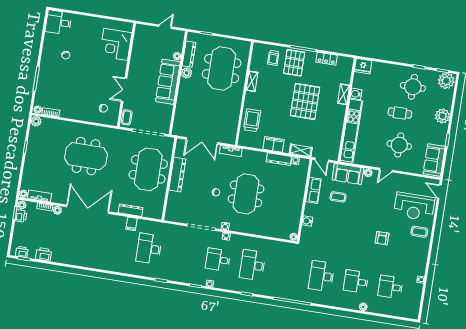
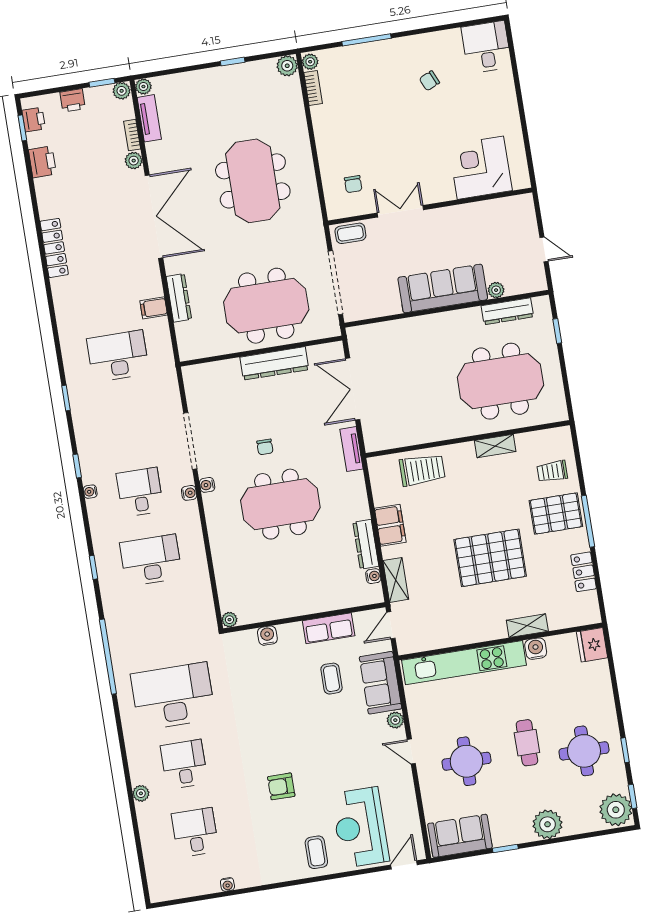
plant: (187, 73) -> (471, 318), removed
printer: (21, 216) -> (73, 100), moved
locker: (87, 262) -> (54, 248), added
desk: (322, 276) -> (173, 696), width x1.36, depth x1.30

